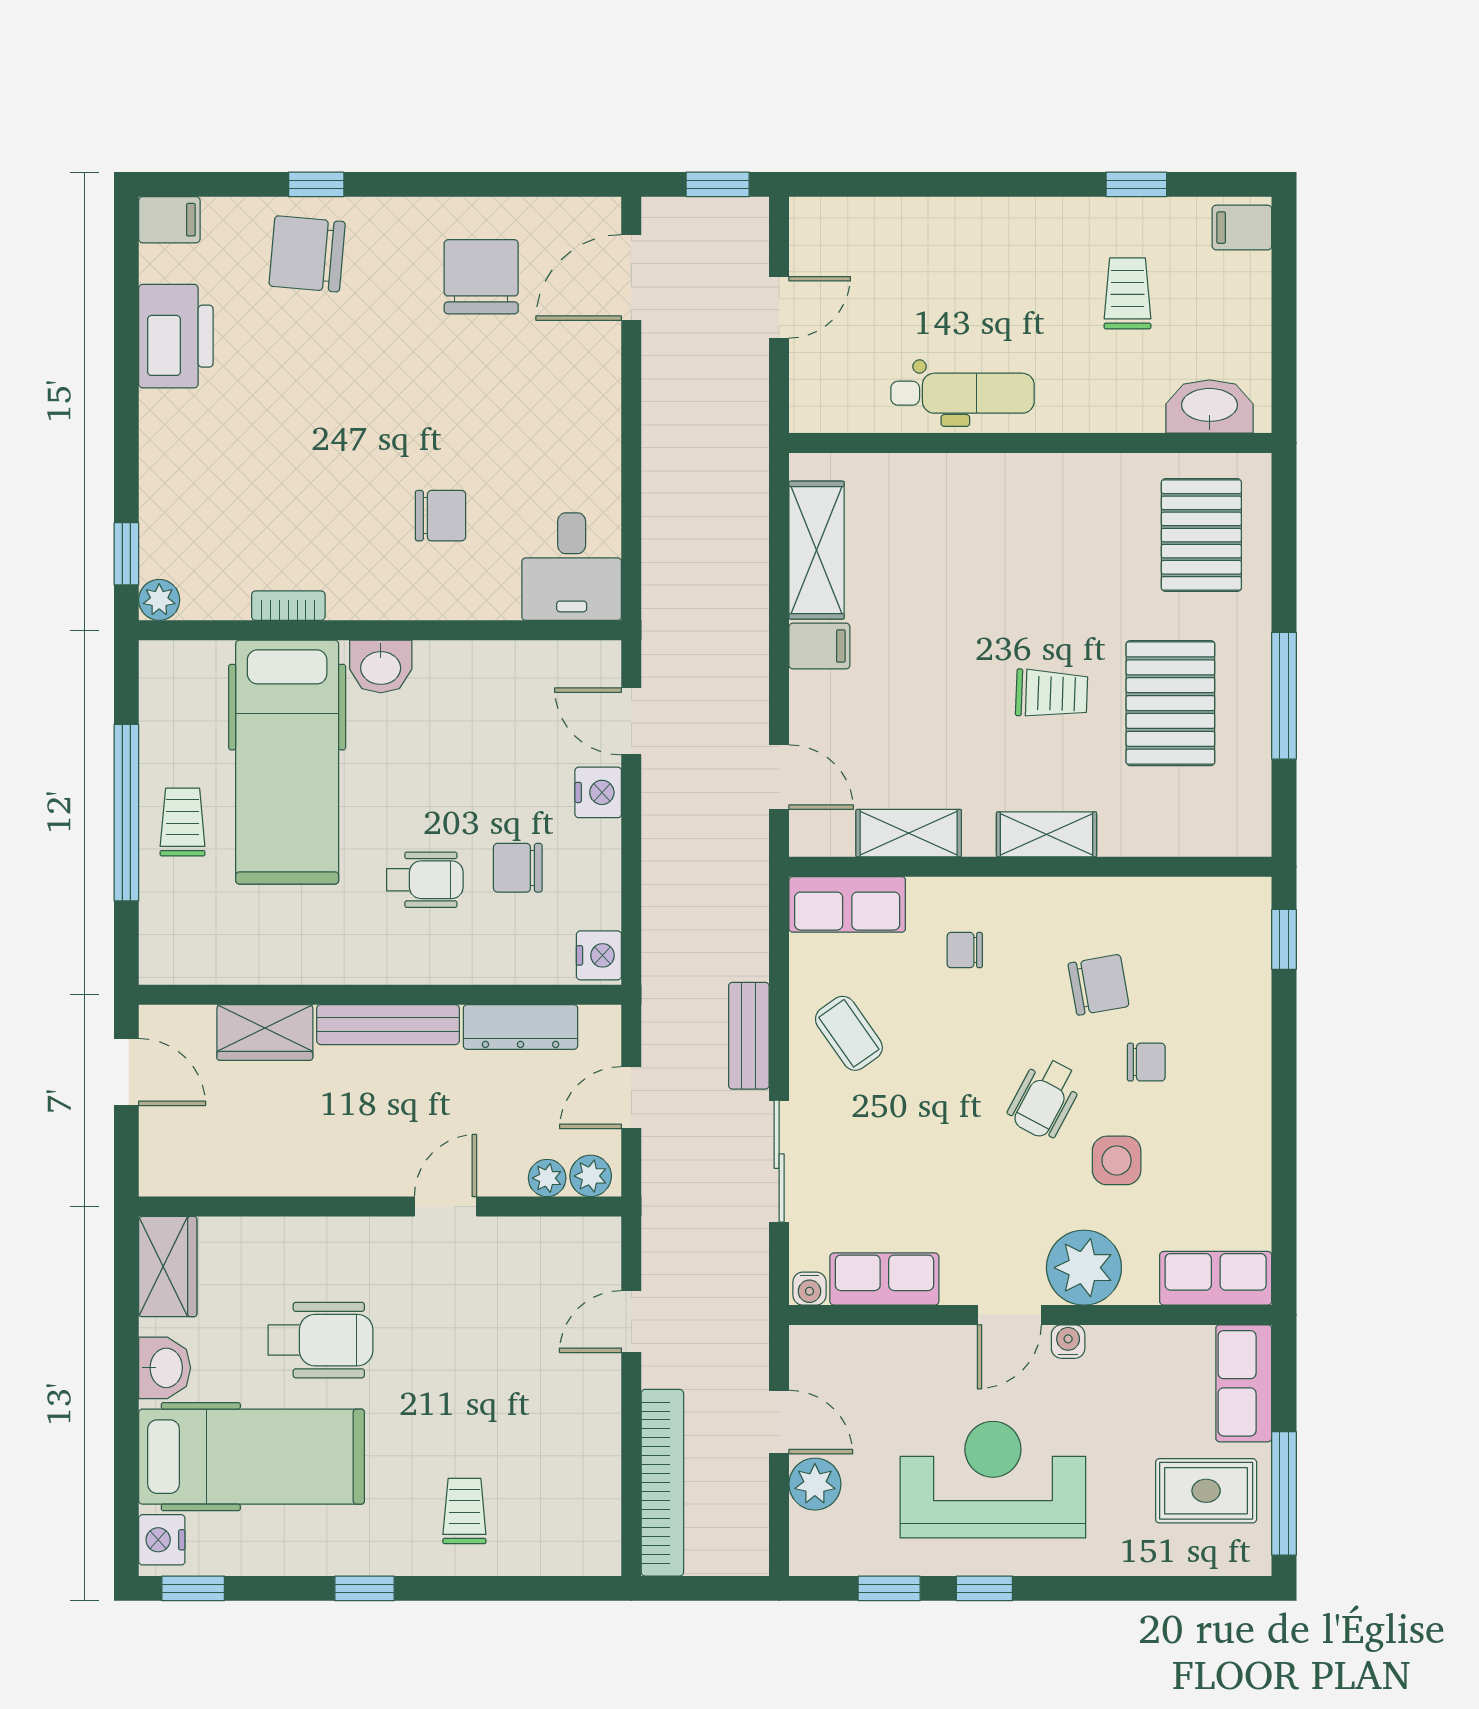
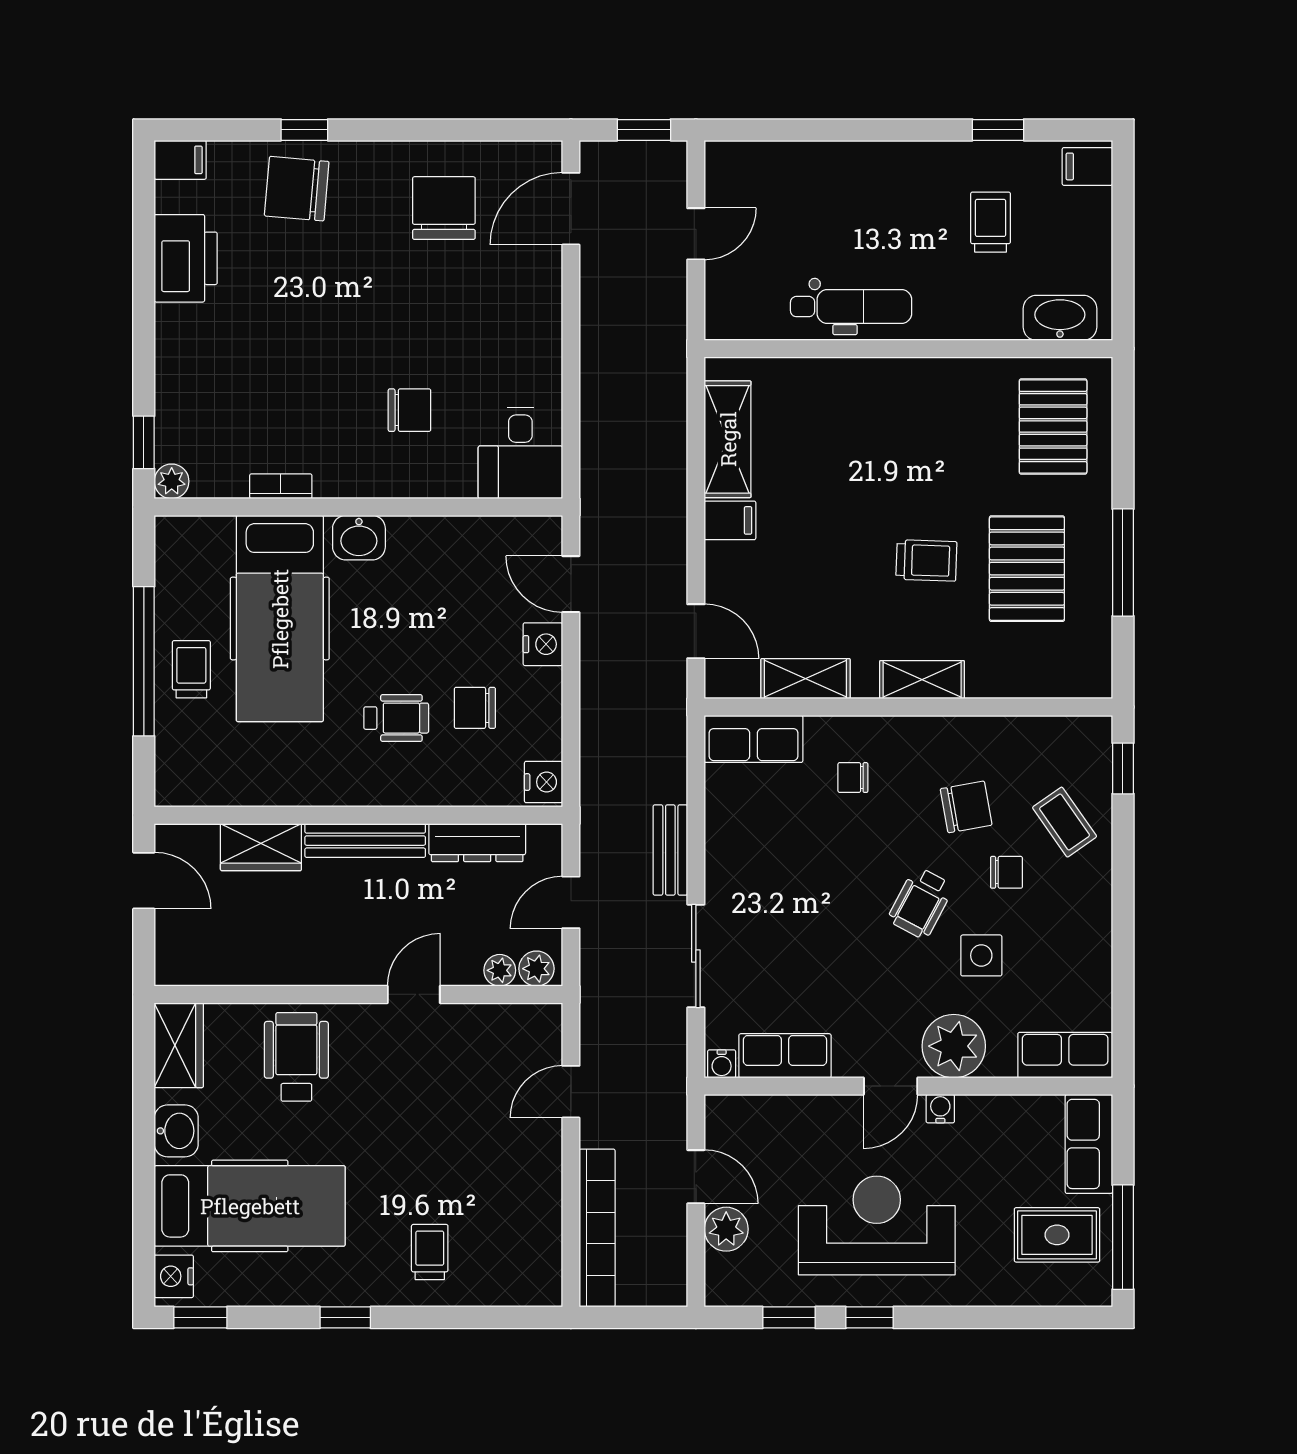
coffee table: (849, 1033) -> (1065, 822), moved
wheelchair: (320, 1340) -> (296, 1057), moved, turned -90

